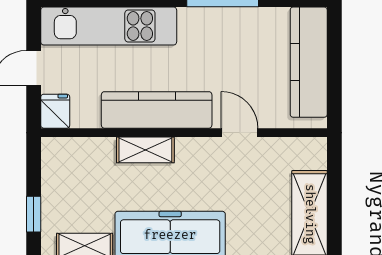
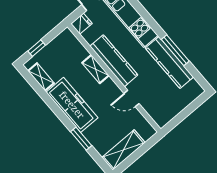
kitchen counter: (309, 62) -> (169, 63), moved, turned -90
door: (240, 133) -> (132, 98), swing flipped

